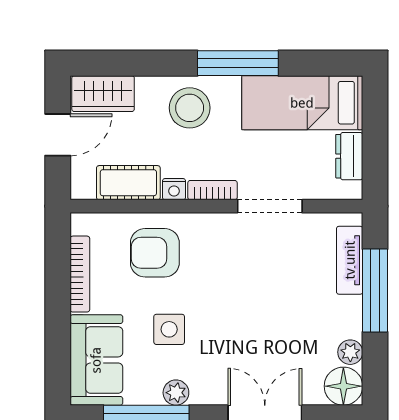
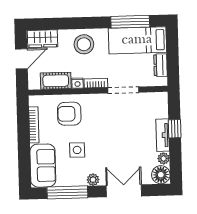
window: (238, 63) -> (130, 22), moved
tv unit: (350, 260) -> (163, 135), moved
window: (375, 290) -> (175, 129), width x0.46
plant: (176, 393) -> (93, 180), moved

